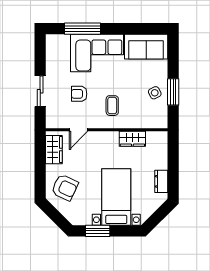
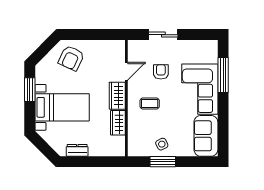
door: (79, 130) -> (126, 71), swing flipped
wardrobe: (54, 150) -> (117, 96), moved, turned 90

